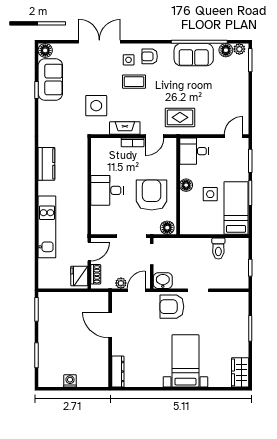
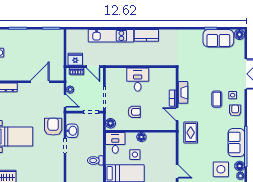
side table: (96, 106) -> (221, 169), moved
desk: (194, 151) -> (115, 143), moved
kitchen counter: (46, 164) -> (146, 35), moved
armchair: (152, 195) -> (134, 112), width x0.53, depth x0.53
washbasin: (163, 281) -> (72, 131), moved

